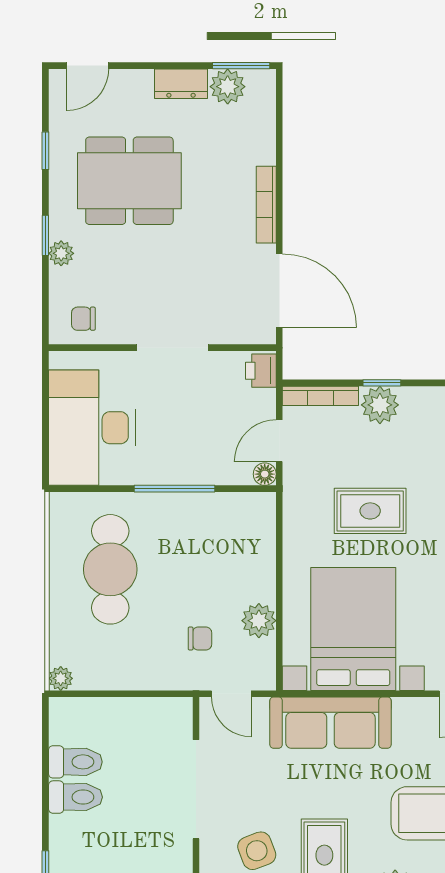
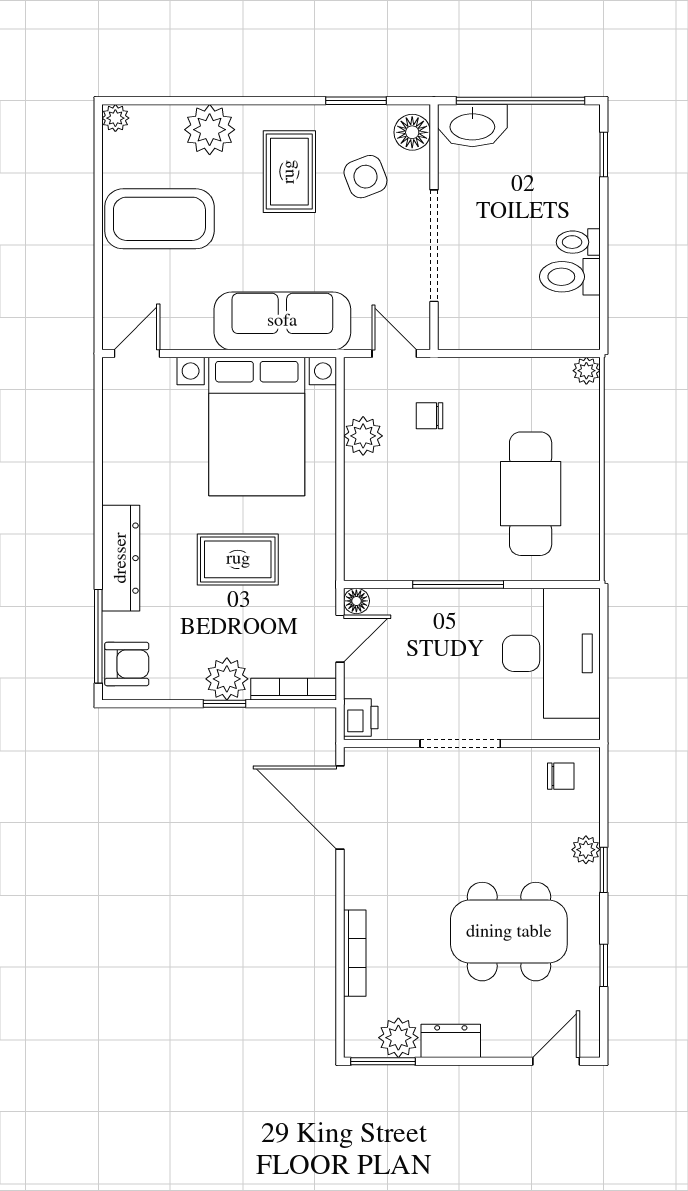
bookcase: (266, 205) -> (355, 953), moved
toilet: (75, 797) -> (578, 242), width x0.73, depth x0.72

